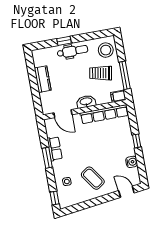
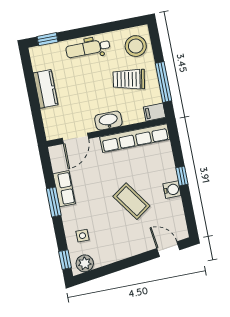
window: (64, 41) -> (47, 39), moved
dental chair: (72, 51) -> (88, 48), turned 180
door: (63, 114) -> (75, 138), hinge flipped
water cooler: (132, 162) -> (172, 190), moved
coffee table: (93, 178) -> (131, 201), moved
plant: (68, 201) -> (85, 263), added

